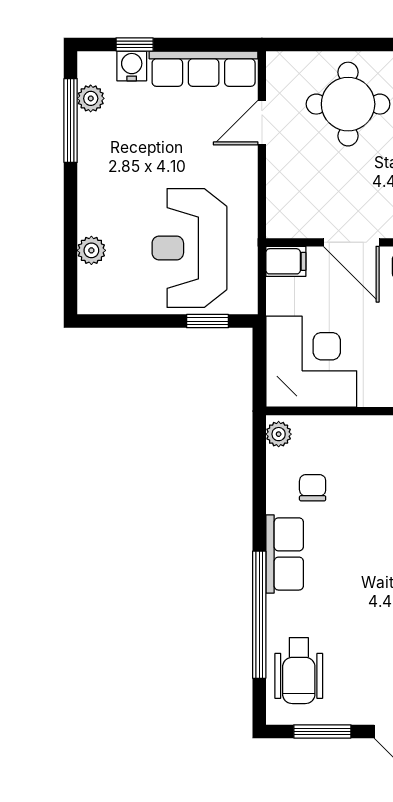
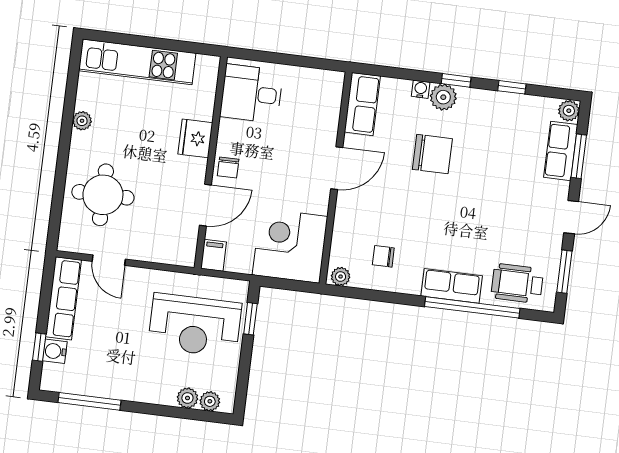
plant: (91, 98) -> (210, 401), moved
row of seats: (285, 554) -> (452, 286), moved
wheelchair: (299, 671) -> (517, 283), turned 180

